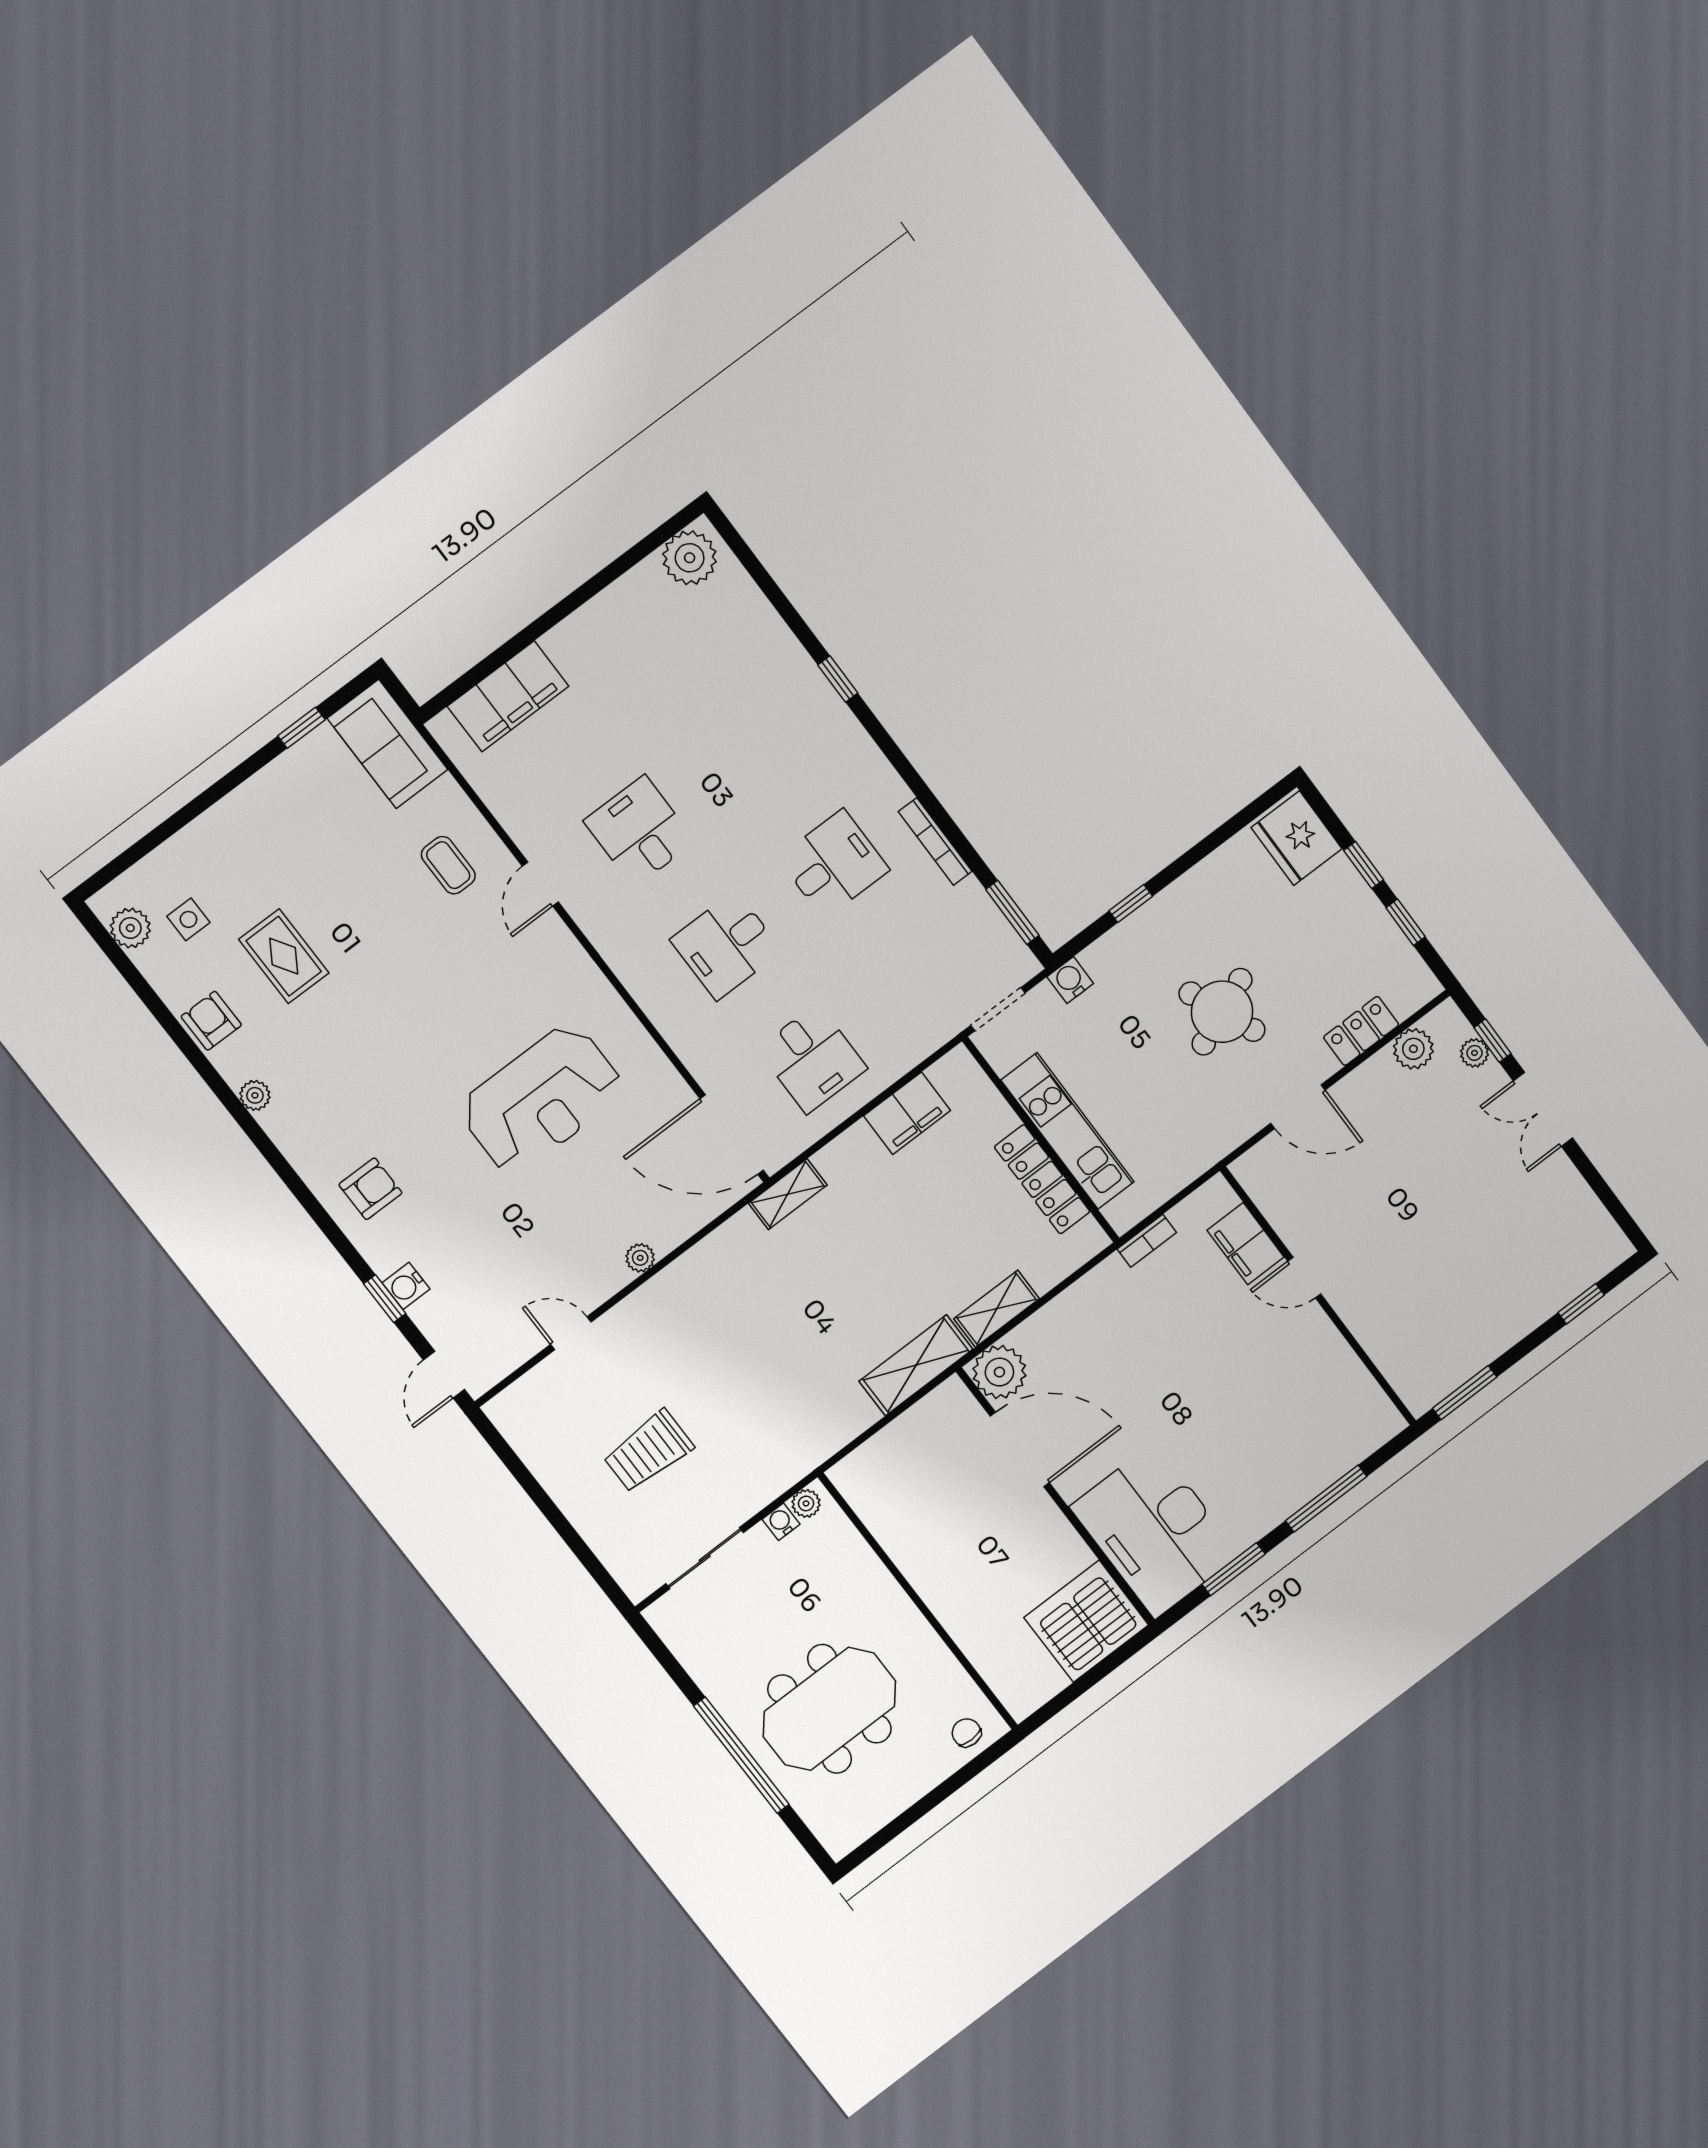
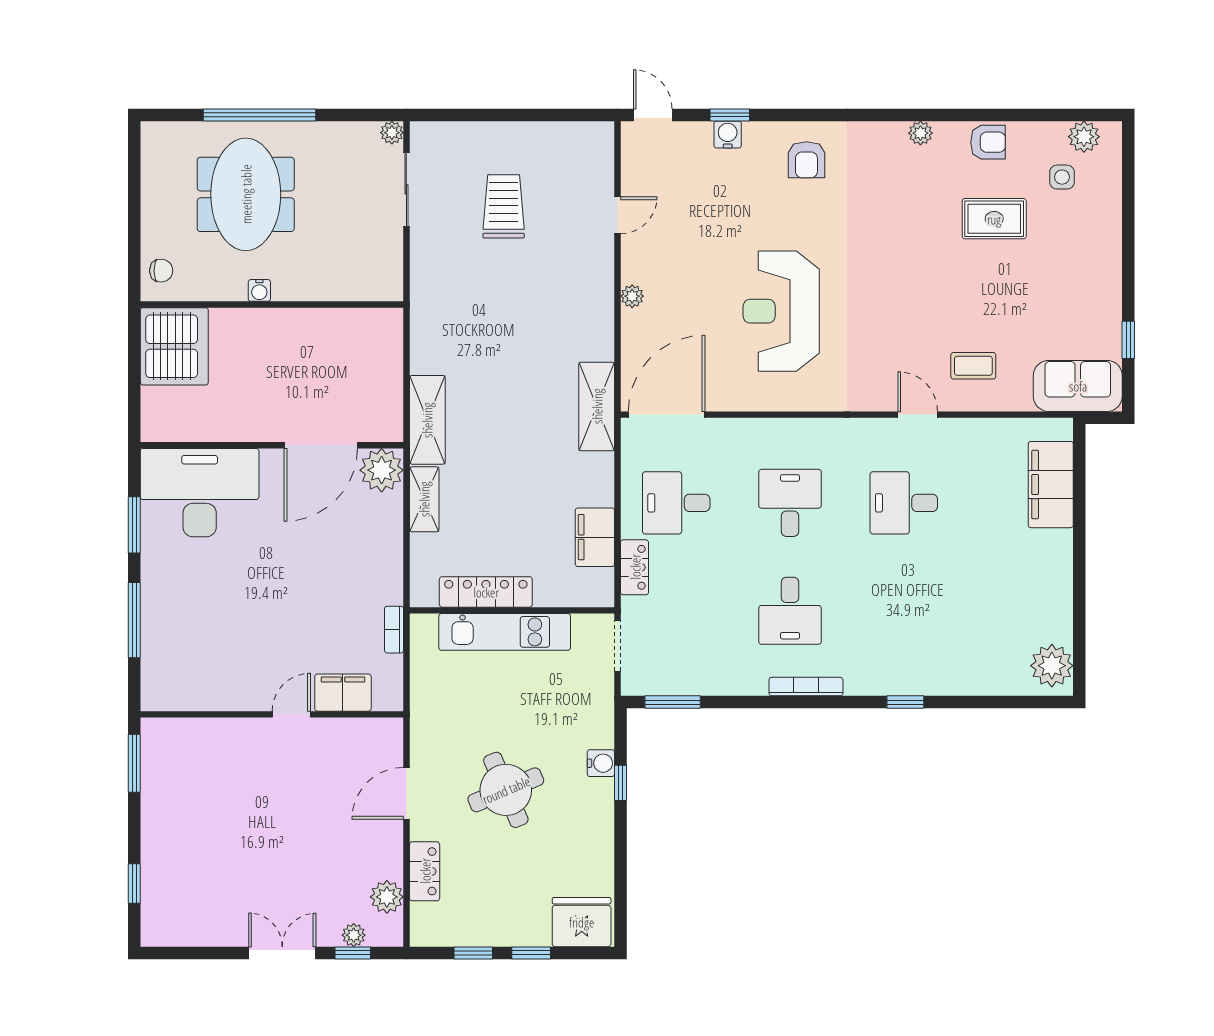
desk: (639, 831) -> (904, 503), turned 180
bookcase: (935, 841) -> (806, 687), moved
water cooler: (1070, 980) -> (601, 763), moved
locker: (907, 1051) -> (635, 567), added
shelving: (788, 1194) -> (597, 406), width x1.50, depth x1.33
plant: (806, 1503) -> (392, 133), moved
water cooler: (781, 1522) -> (259, 290), moved, turned 90
server rack: (1086, 1621) -> (174, 346), moved

